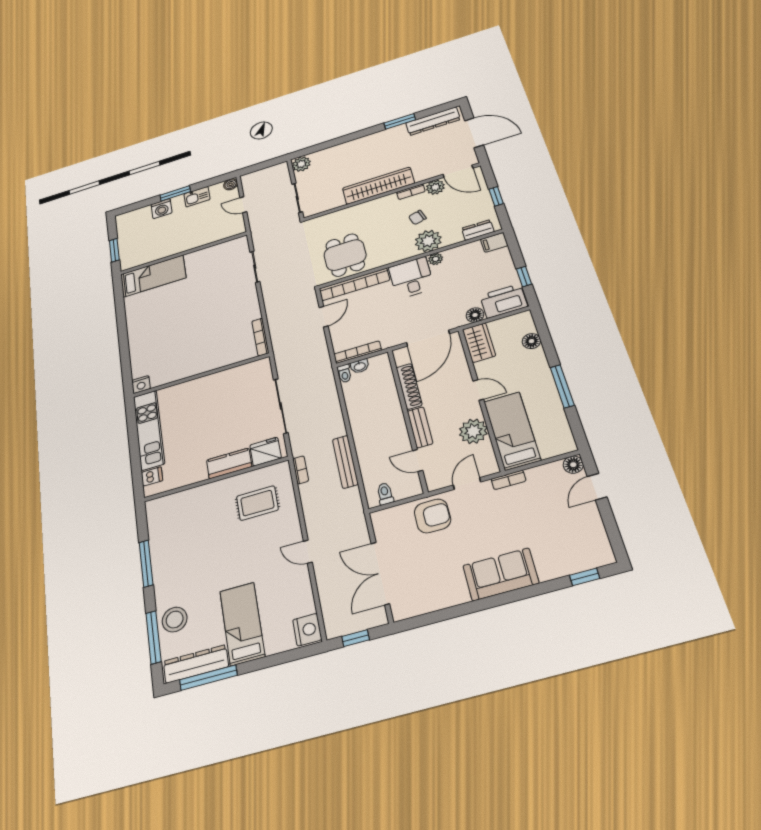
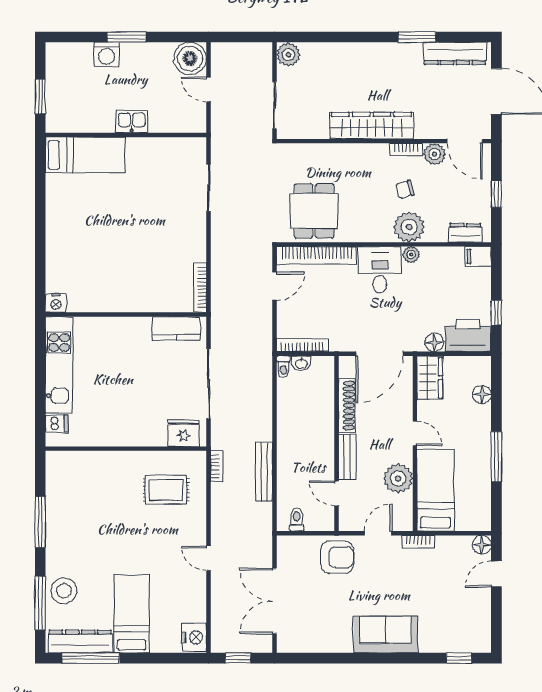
boiler: (231, 184) -> (190, 58), width x1.86, depth x1.86
kitchen sink: (197, 197) -> (132, 121), moved, turned 180
kitchen counter: (229, 463) -> (176, 328), moved, turned 180

